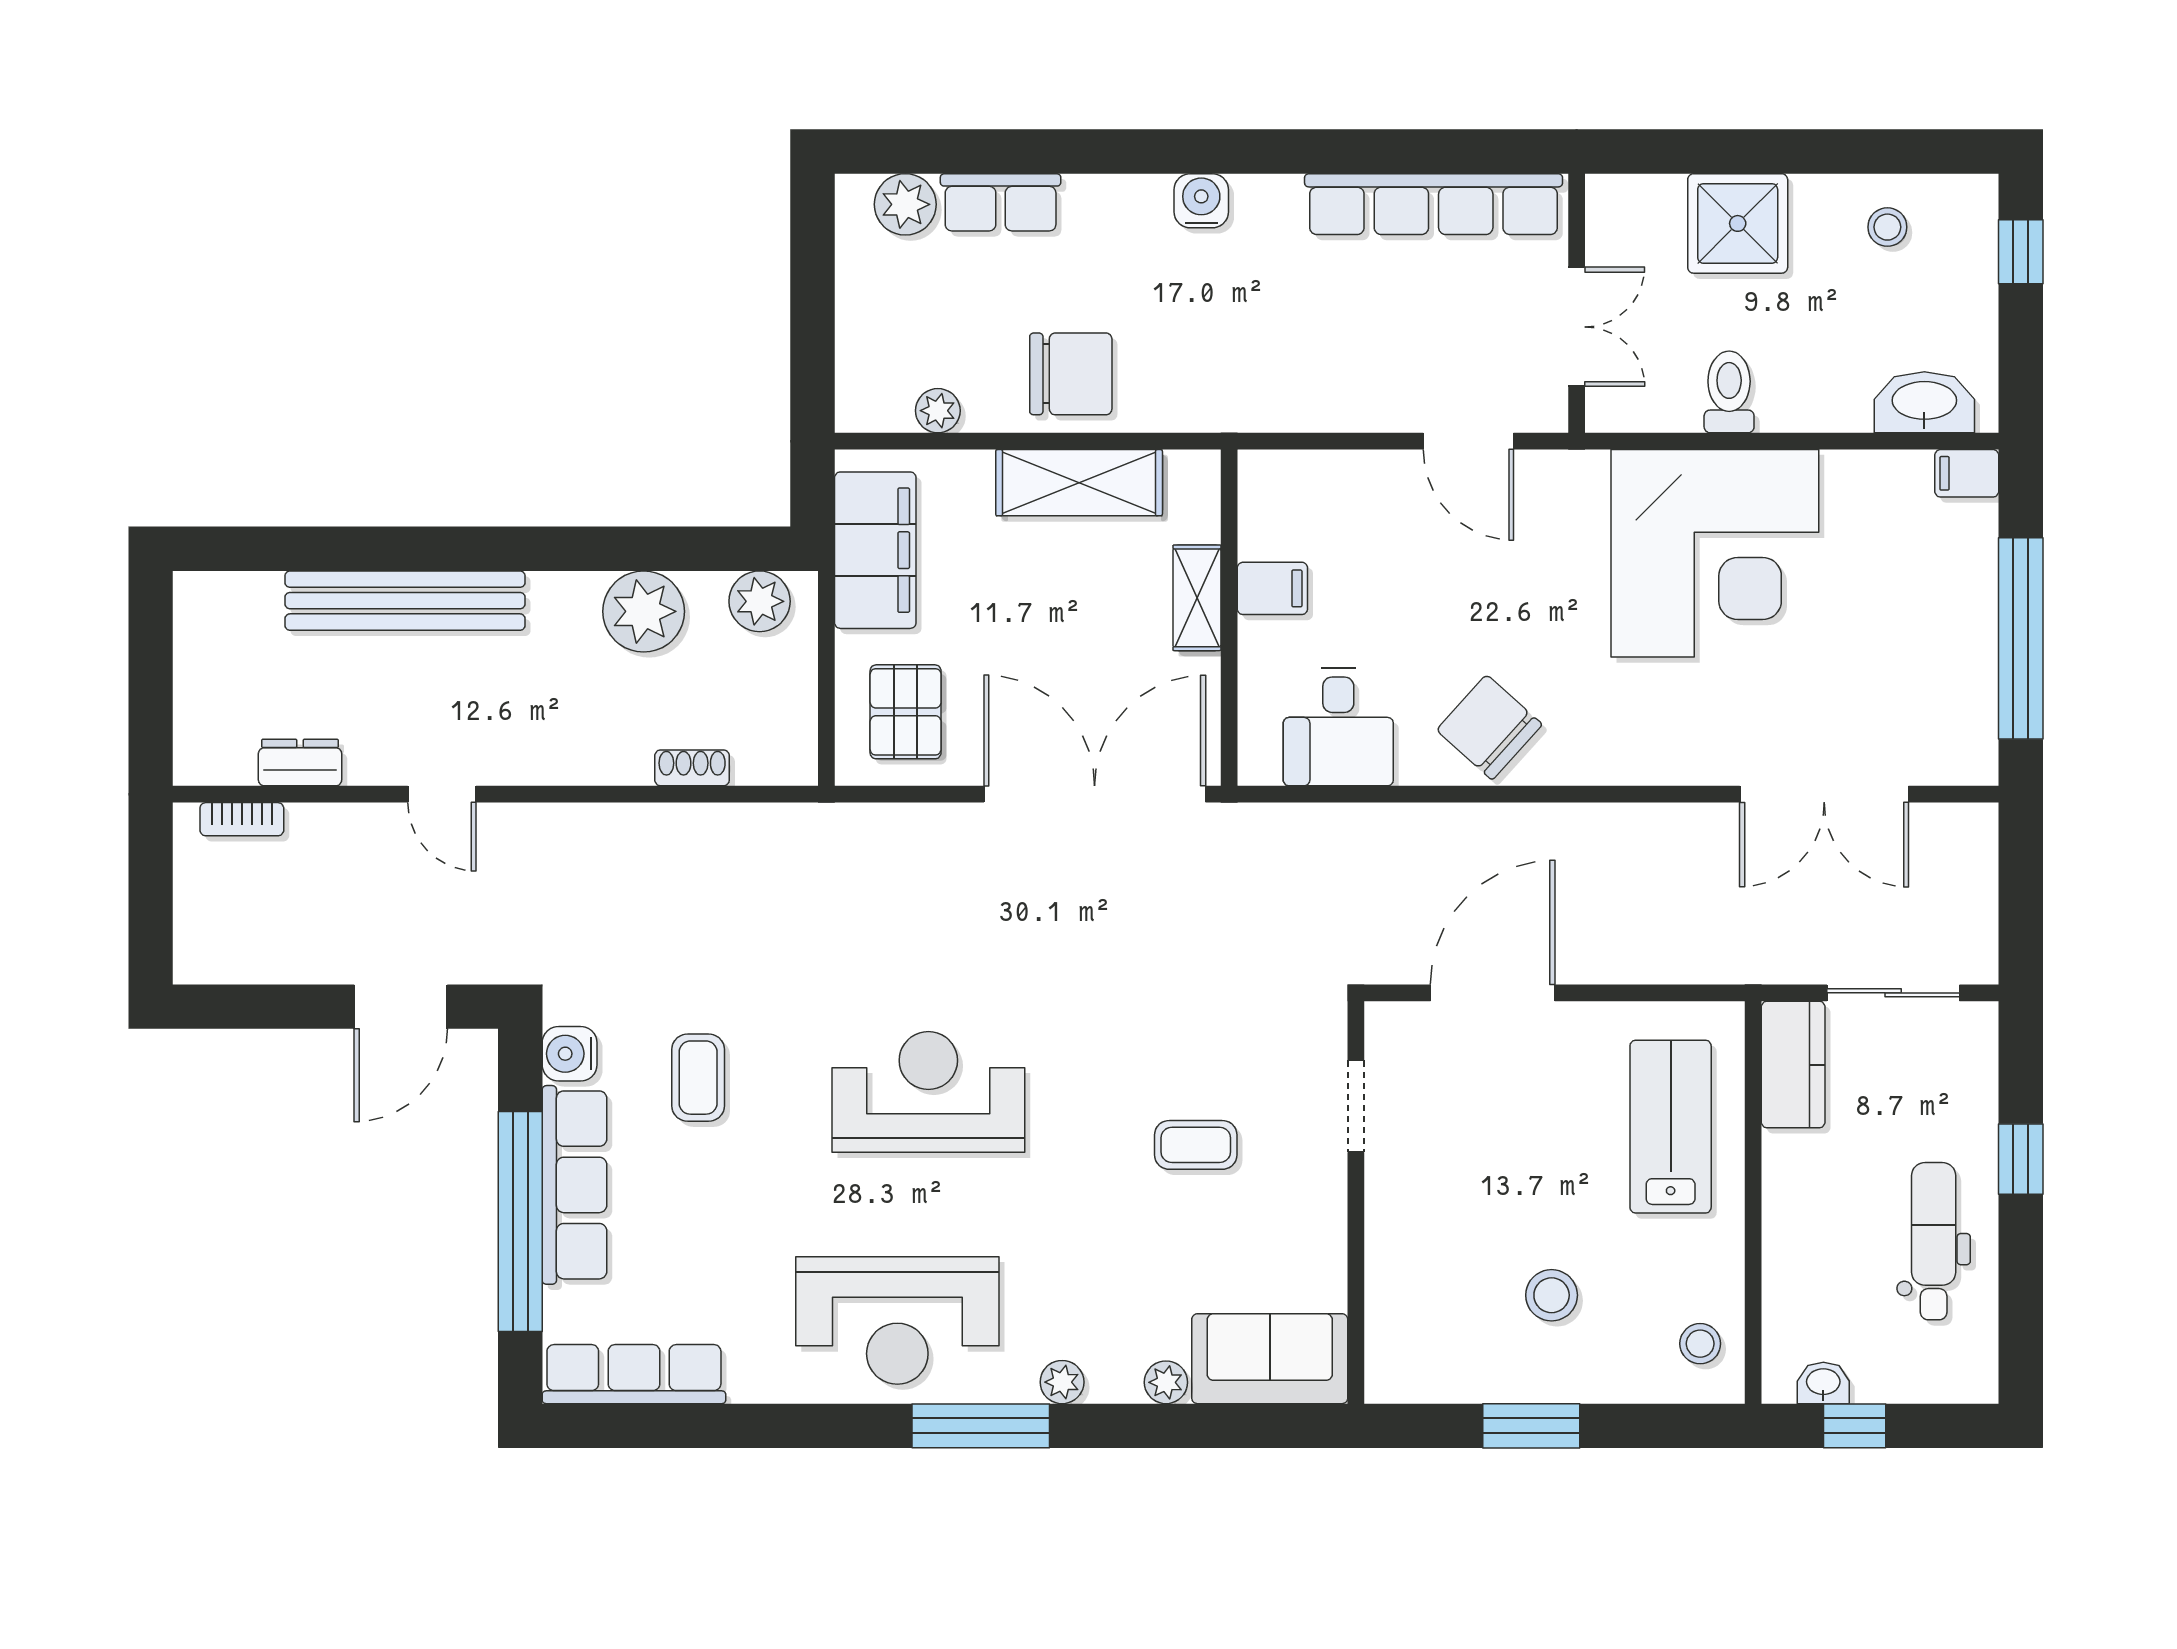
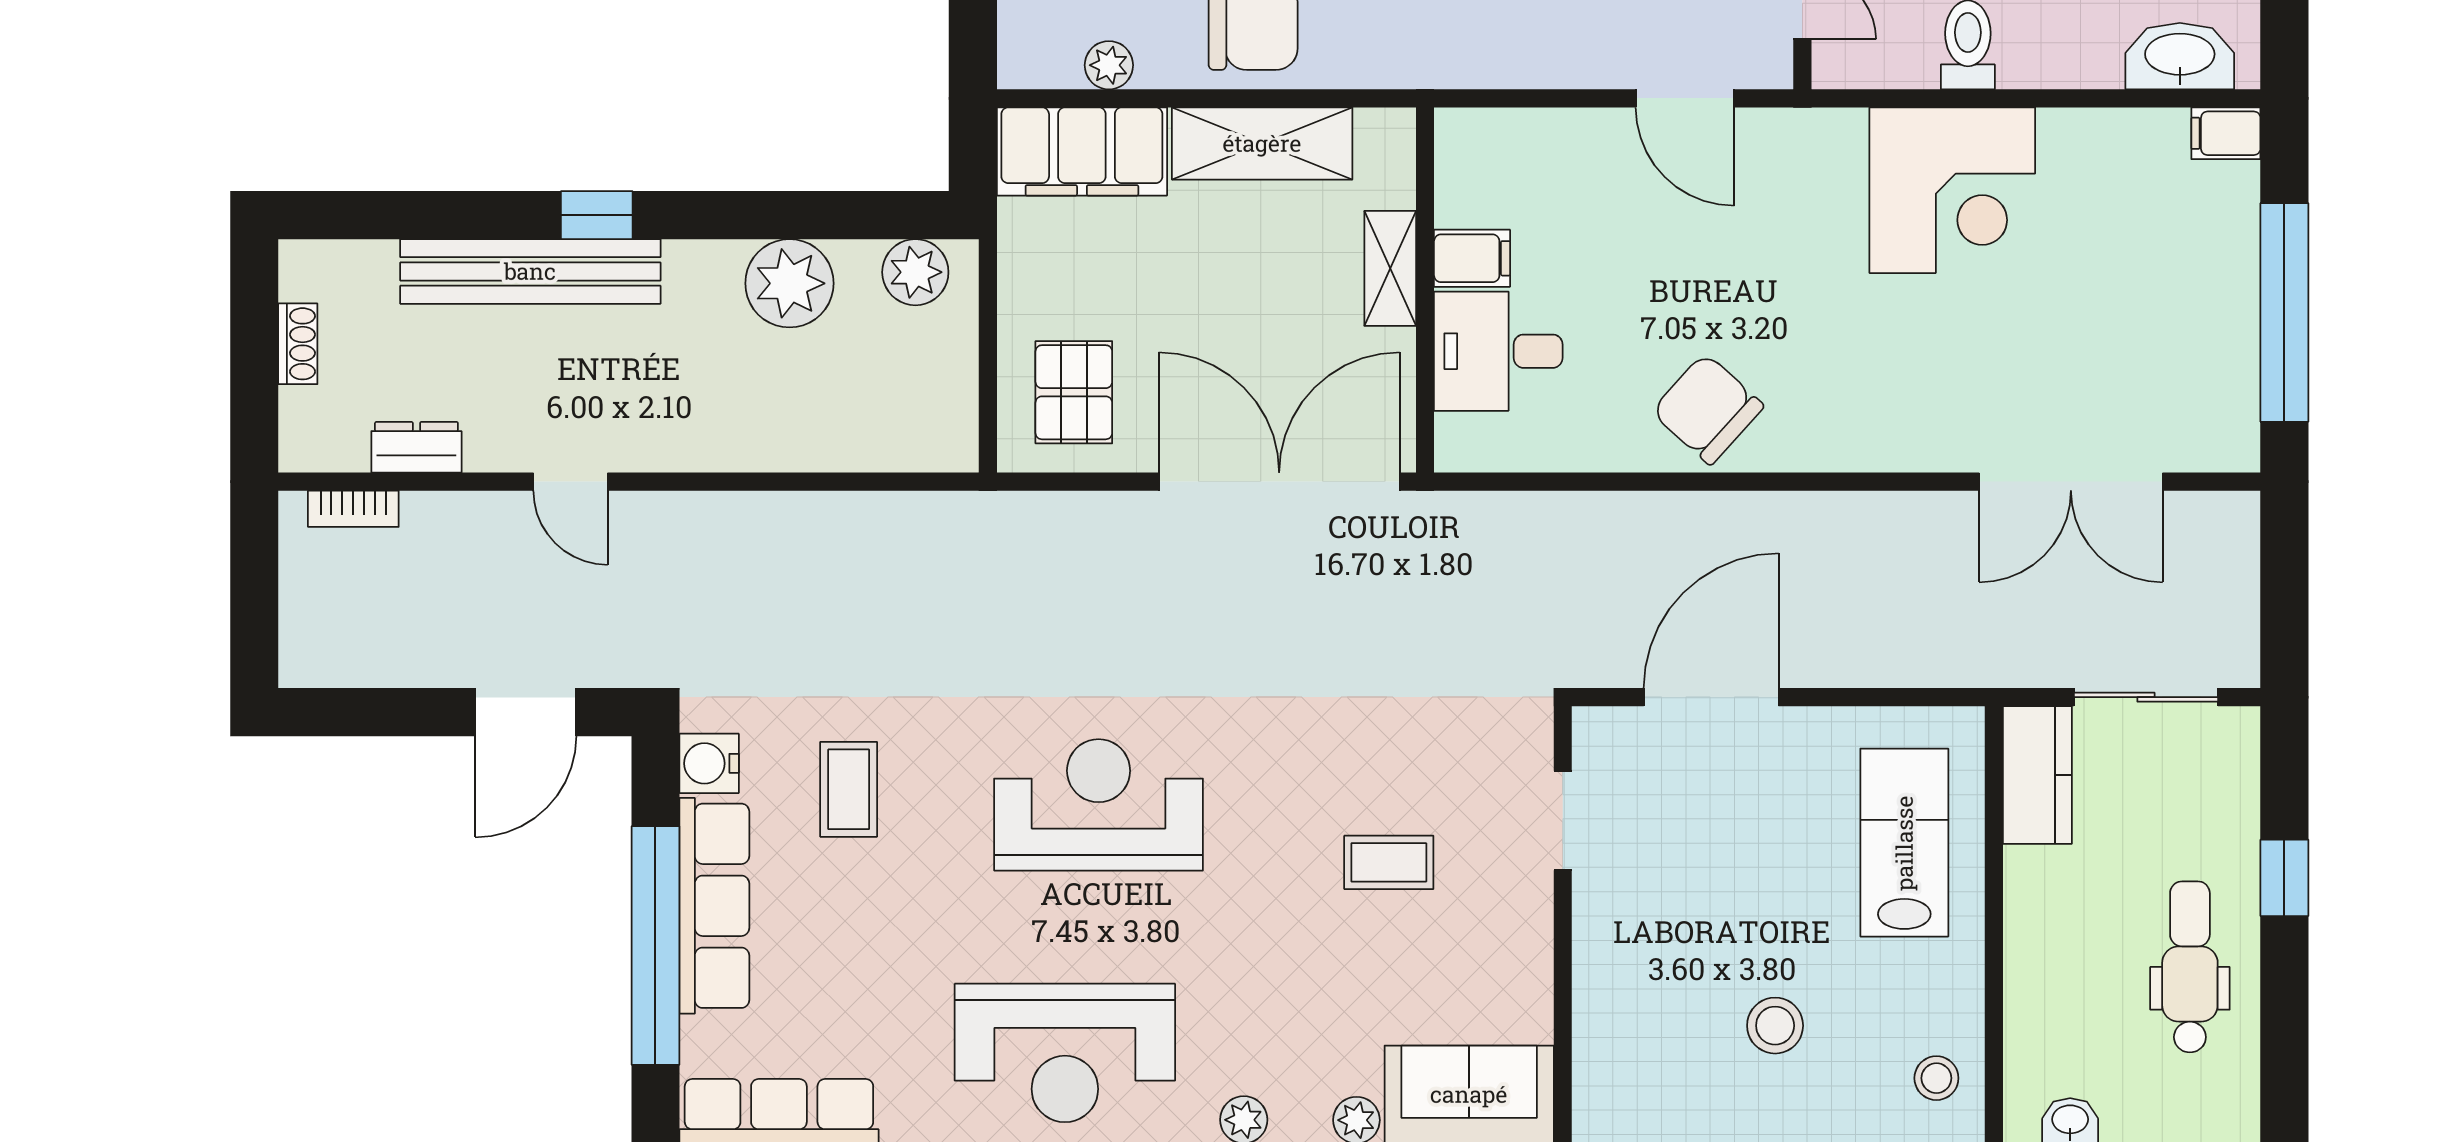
window: (466, 549) -> (597, 215), added
filing cabinet: (875, 550) -> (1082, 151), moved, turned 90
corner desk: (1715, 553) -> (1952, 190), width x0.74, depth x0.74
desk: (1338, 727) -> (1498, 351), moved, turned 90
shoe rack: (692, 768) -> (298, 344), moved, turned 90

